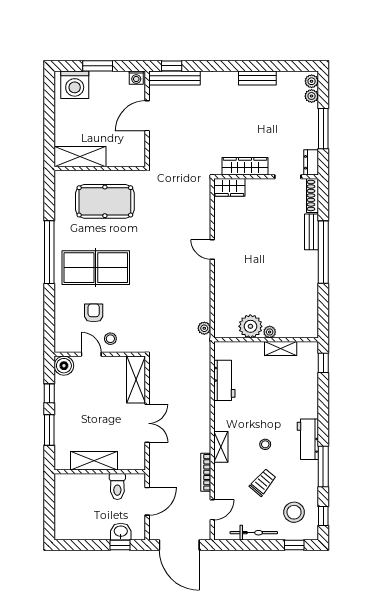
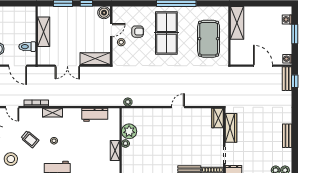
bench: (174, 78) -> (287, 79), width x0.73
washing machine: (75, 85) -> (287, 19), width x0.53, depth x0.53

